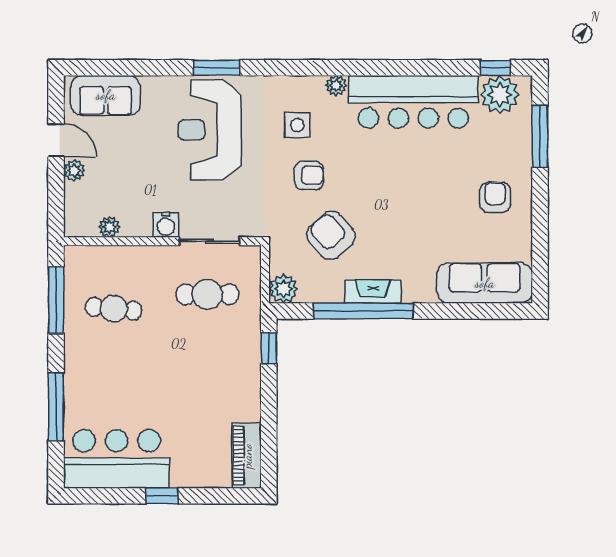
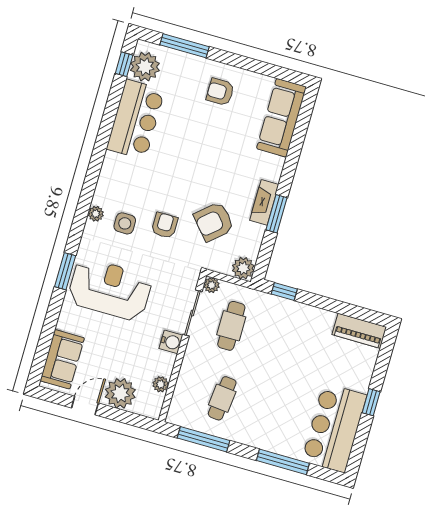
plant: (336, 85) -> (96, 214), moved
bar counter: (413, 102) -> (136, 119), width x0.73
reception desk: (210, 130) -> (110, 289), turned 180
plant: (74, 171) -> (120, 393), width x1.88, depth x1.88
plant: (251, 255) -> (212, 285), added
window: (363, 311) -> (277, 214), width x0.47

